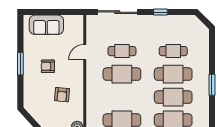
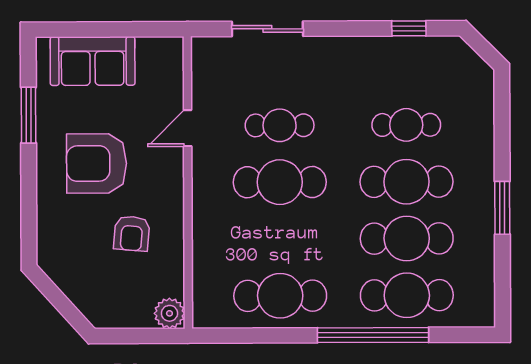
sliding door: (117, 12) -> (267, 29), width x0.73
window: (160, 12) -> (409, 28), moved
window: (20, 64) -> (28, 115), moved
armchair: (48, 66) -> (97, 163), width x1.88, depth x1.88

